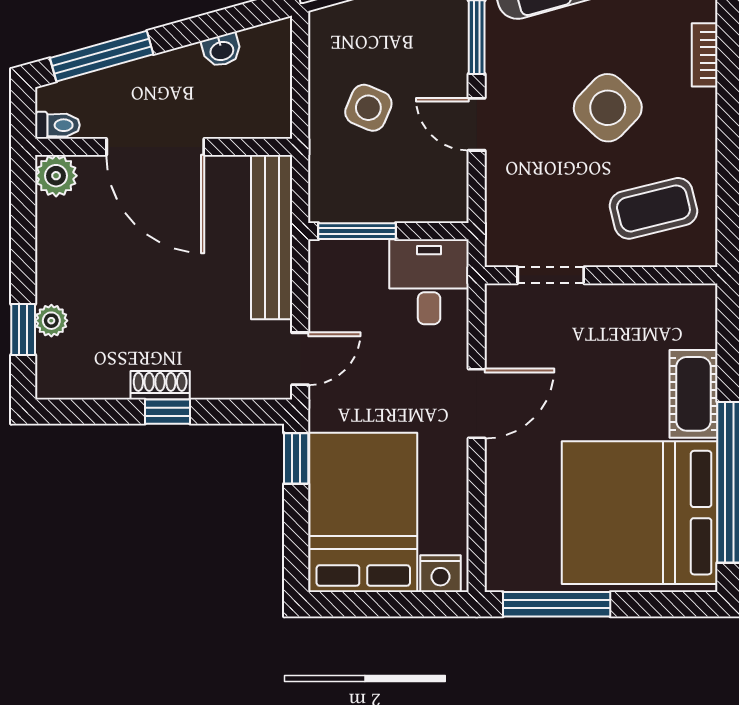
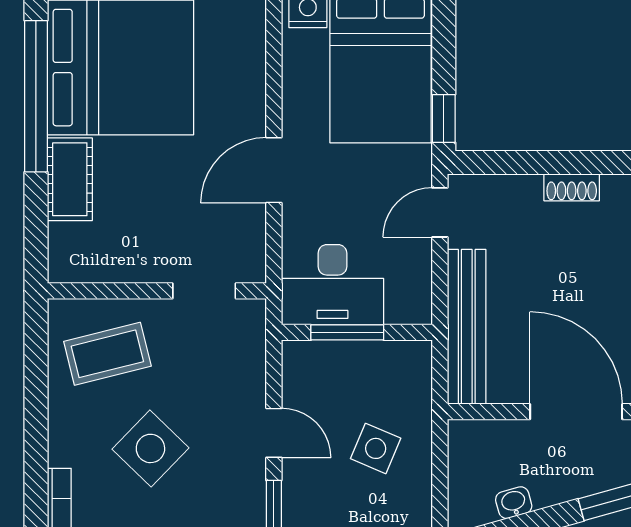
window: (357, 231) -> (347, 332), moved
desk: (429, 282) -> (332, 285), width x1.37
window: (167, 412) -> (565, 163), removed

